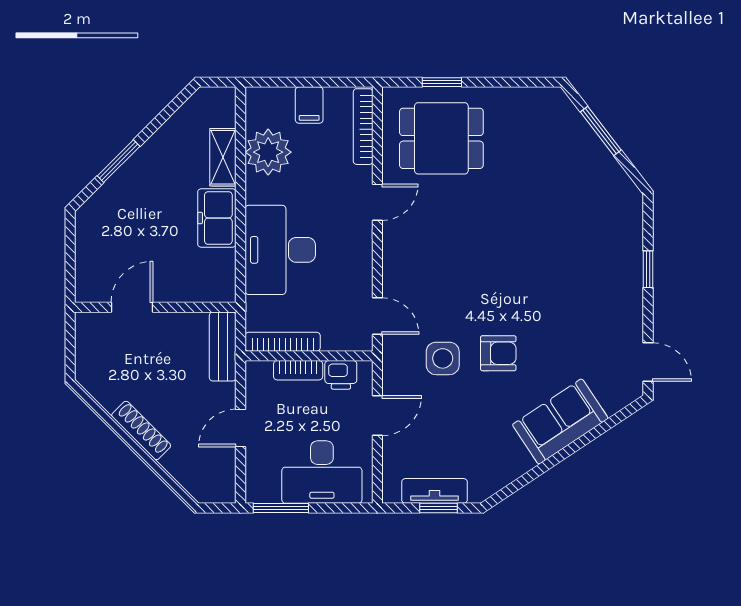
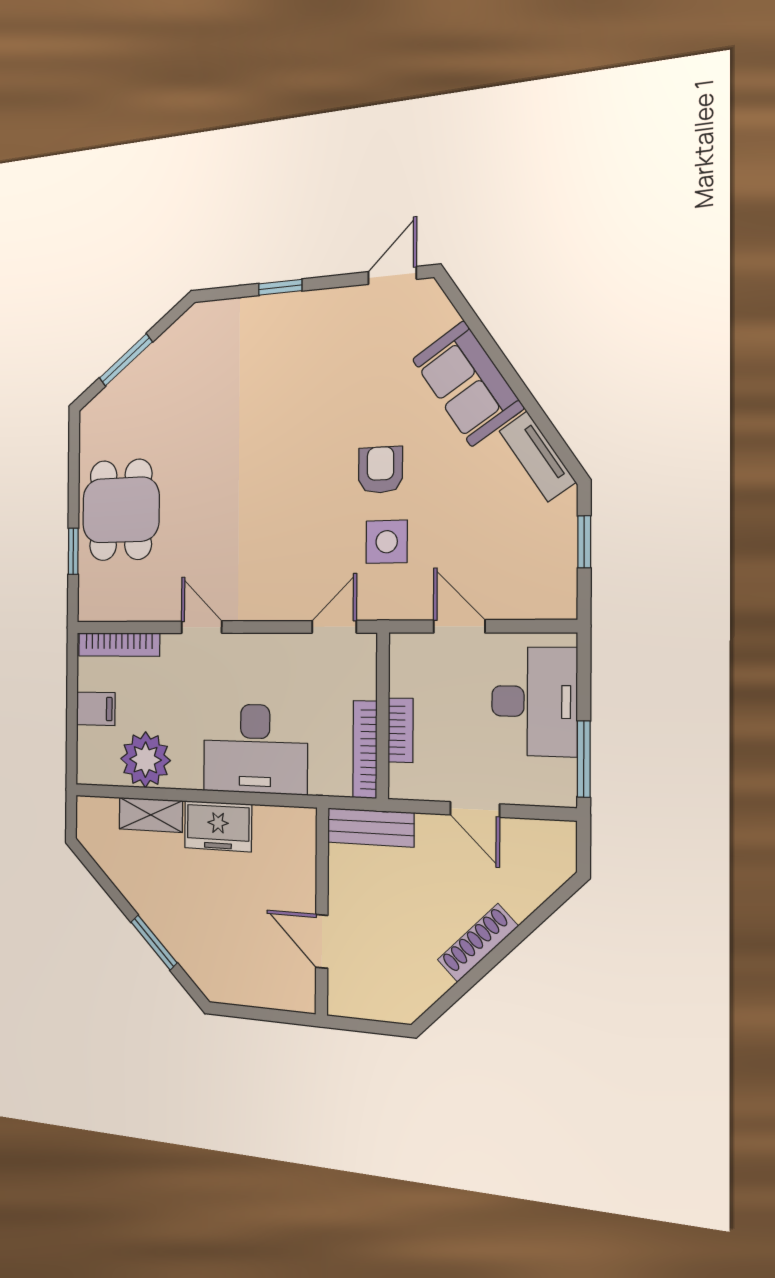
dining table: (441, 138) -> (121, 510), moved
printer: (341, 375) -> (407, 674), removed
tv unit: (435, 491) -> (537, 456), moved, turned -34

